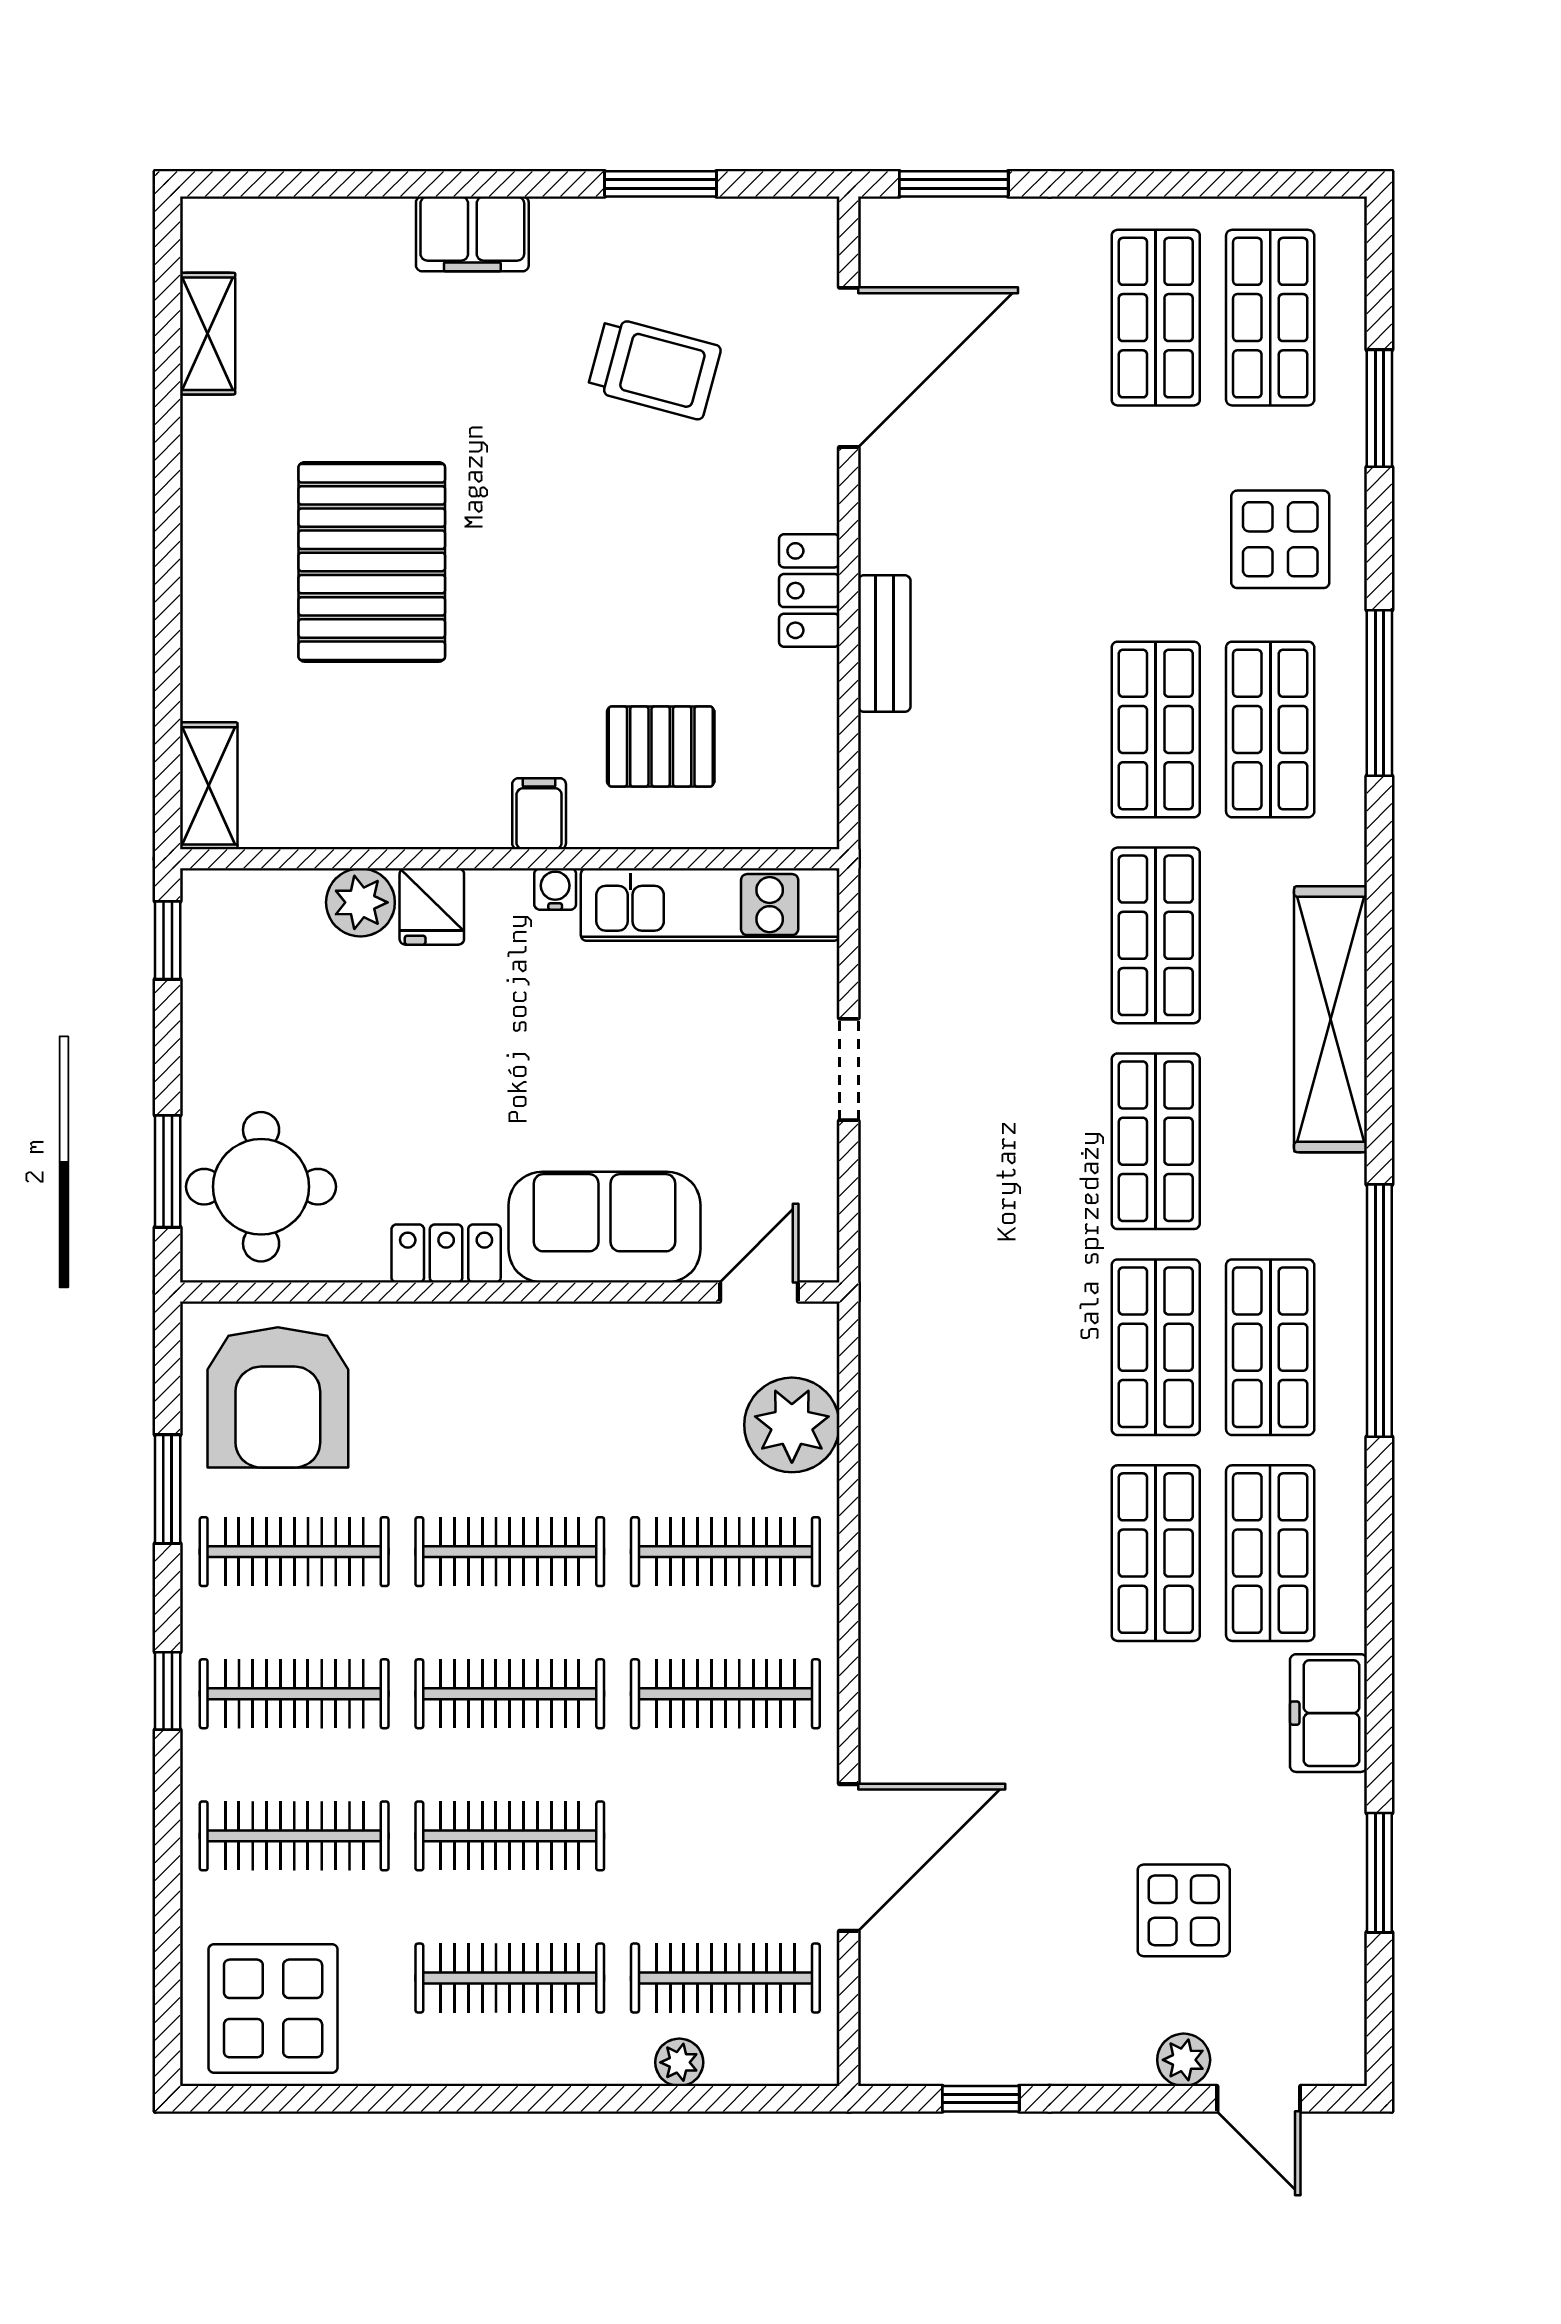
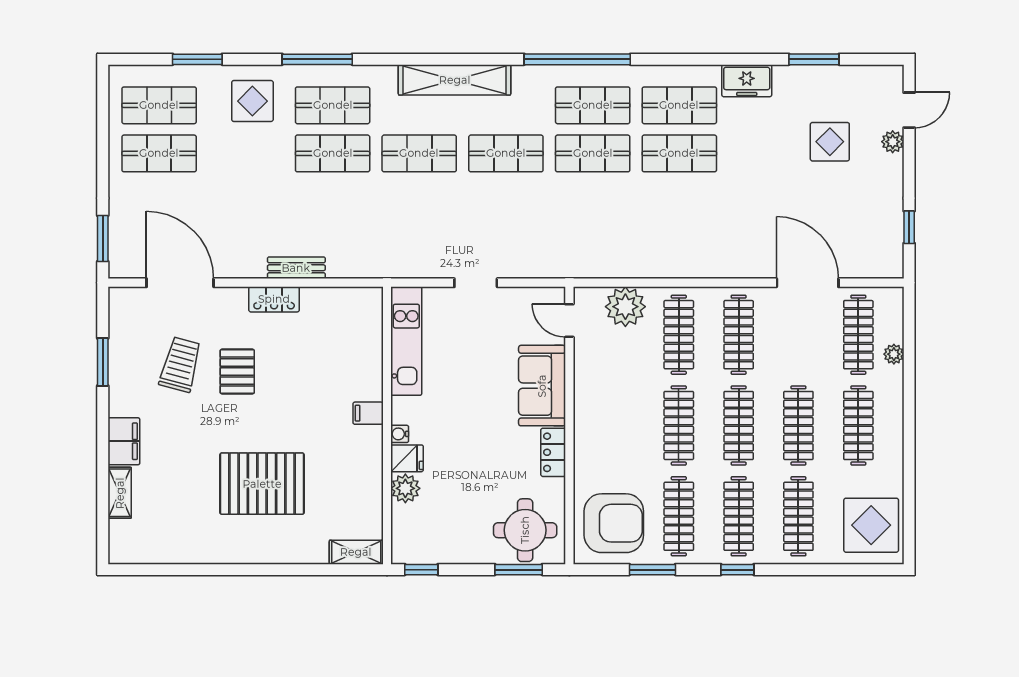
shelving: (208, 334) -> (120, 493), moved, turned 90
pallet: (661, 746) -> (237, 372), moved
water cooler: (555, 889) -> (400, 434), moved

